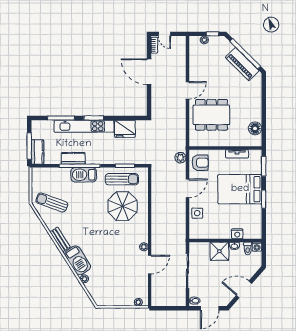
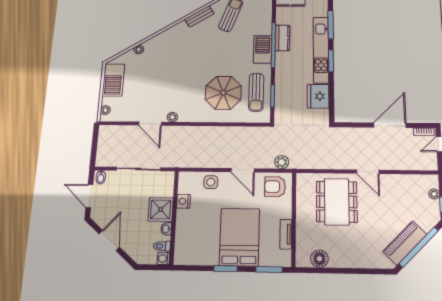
armchair: (200, 163) -> (275, 187), turned 90
nightstand: (237, 234) -> (183, 201), moved
bench: (60, 239) -> (199, 16), moved
barbecue: (78, 260) -> (113, 80), moved, turned -58

